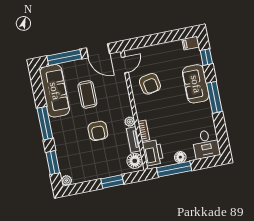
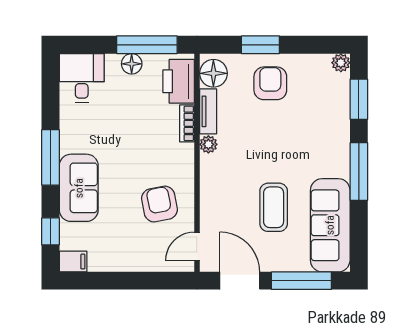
armchair: (98, 131) -> (270, 83), moved

